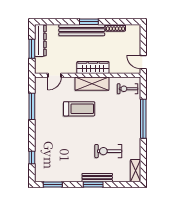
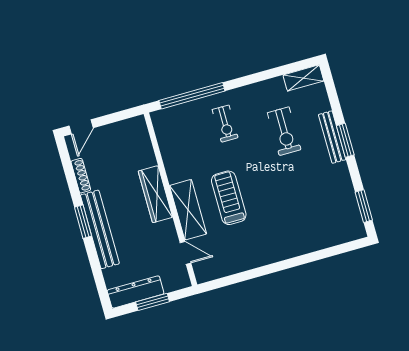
door: (143, 62) -> (81, 127), moved
shelving: (92, 84) -> (188, 210), moved
exercise bike: (128, 89) -> (225, 124), moved
window: (32, 106) -> (246, 276), removed
window: (143, 119) -> (192, 96), moved
window: (32, 157) -> (329, 252), removed

